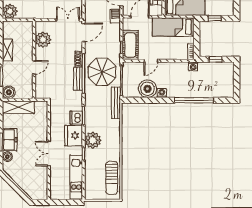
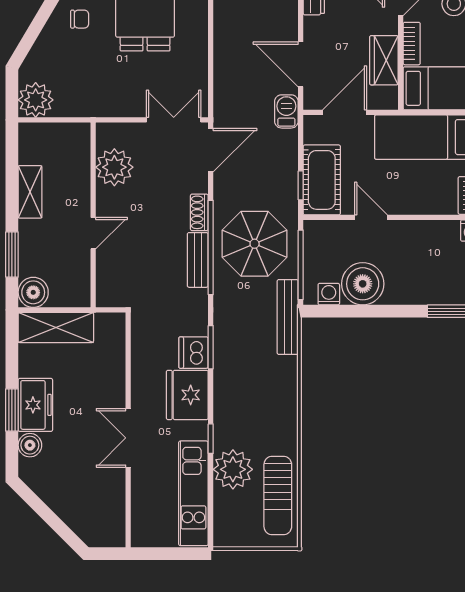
door: (151, 61) -> (371, 217), swing flipped
washing machine: (162, 93) -> (329, 294), moved
plant: (93, 140) -> (233, 469), moved

